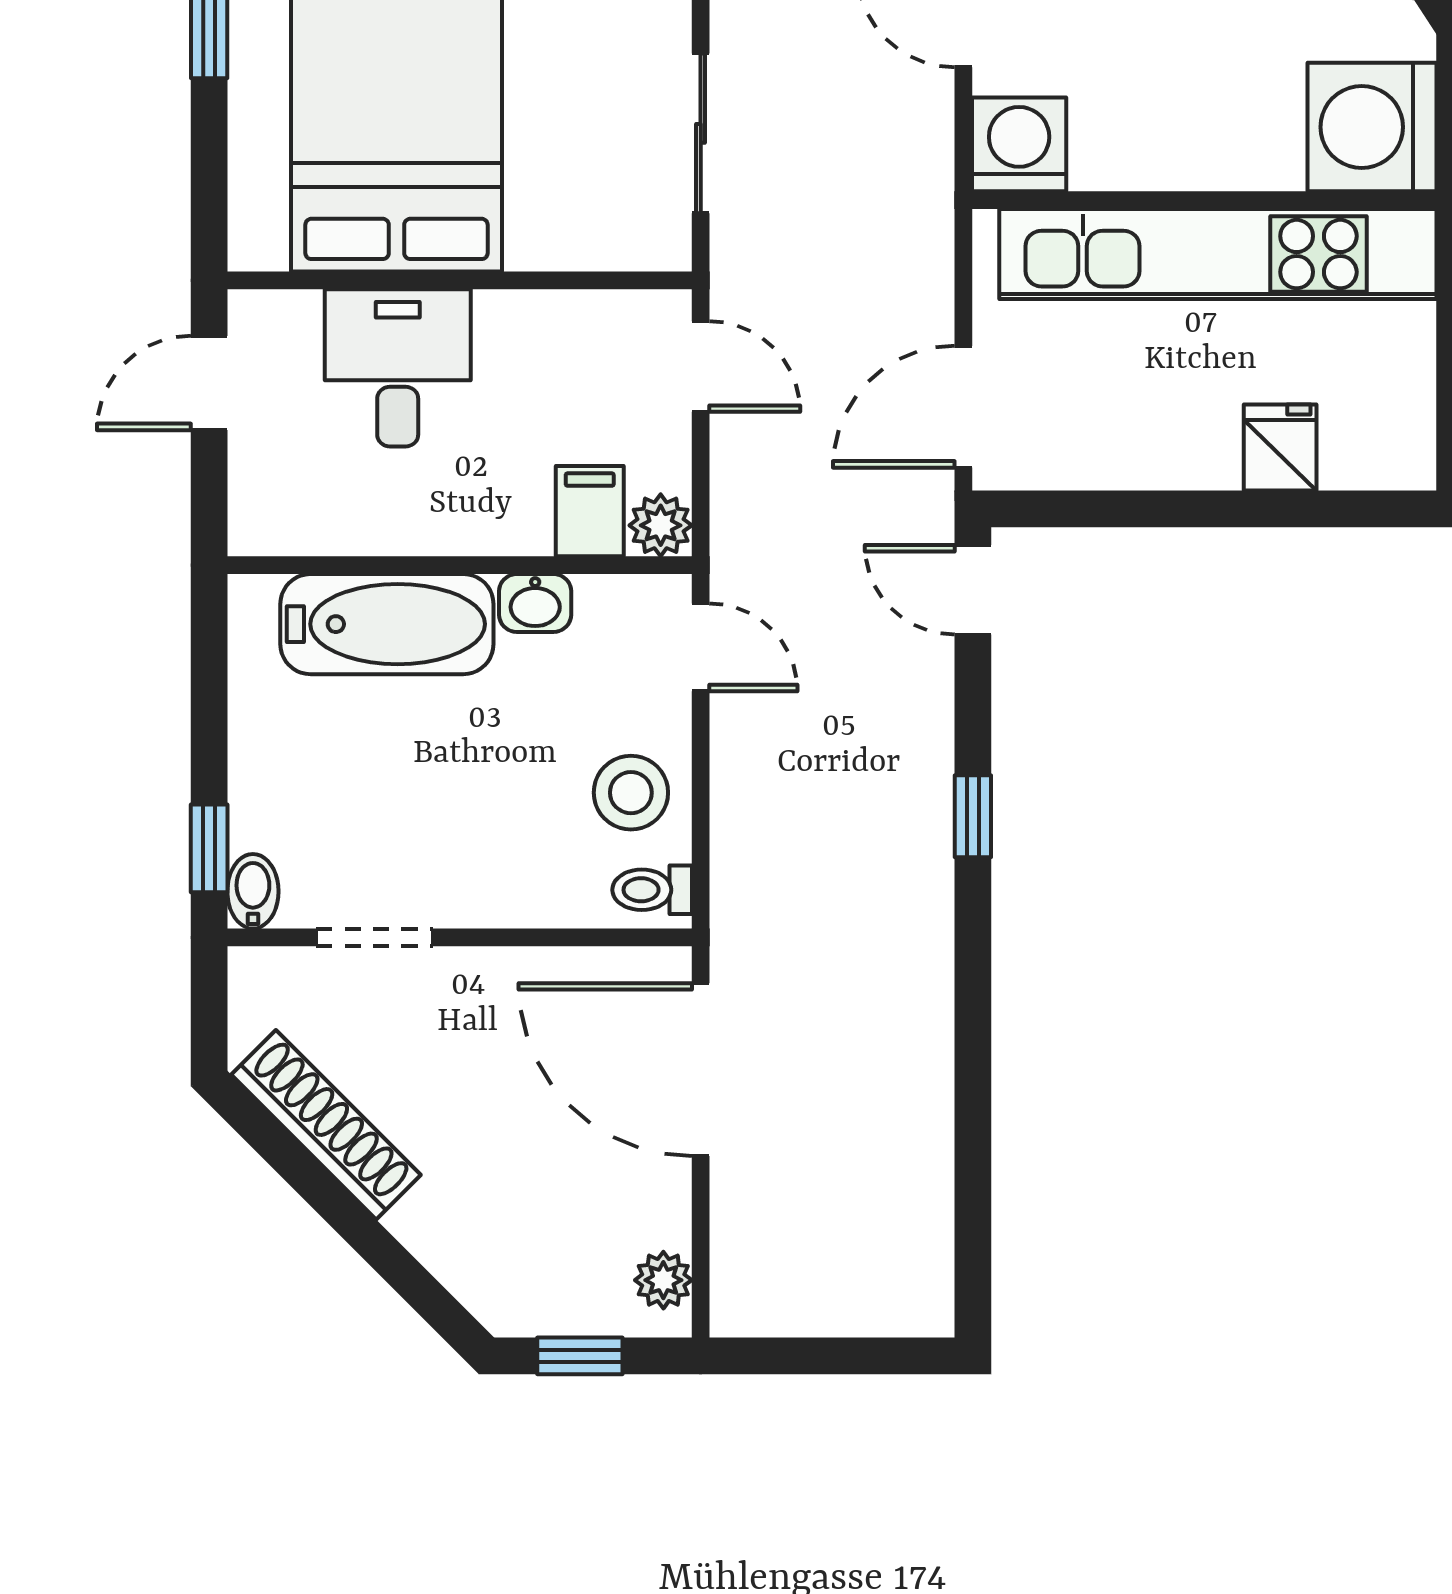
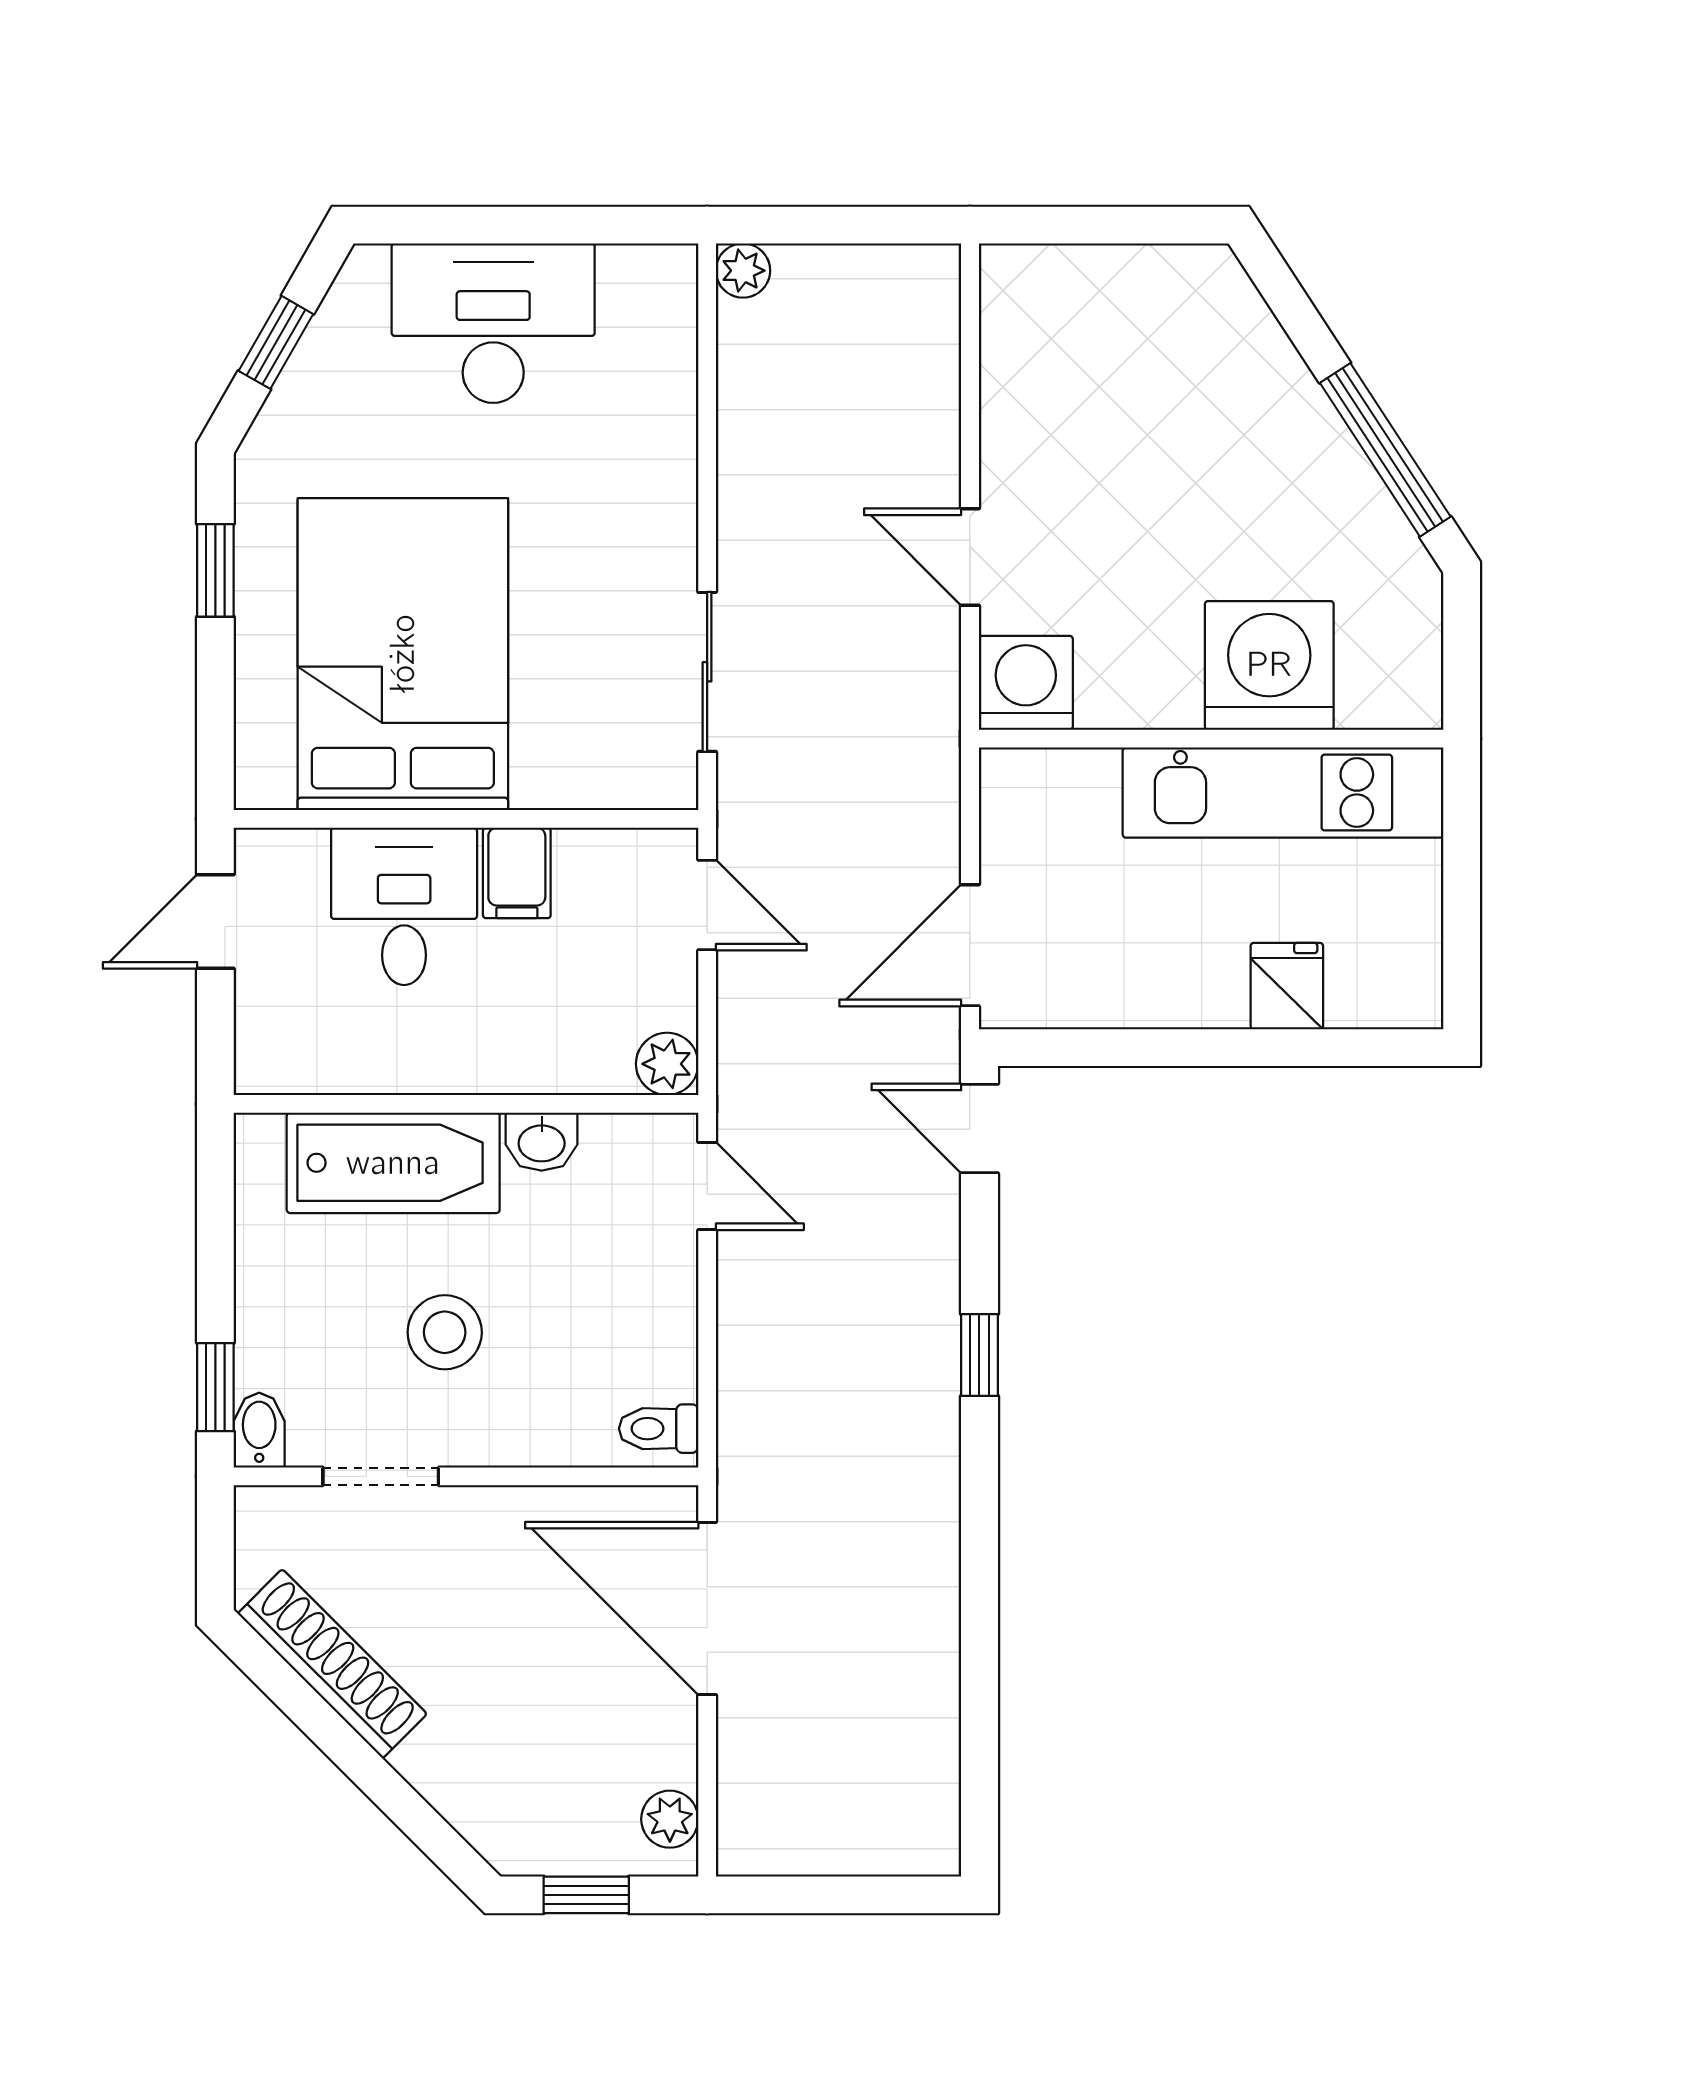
washing machine: (1372, 127) -> (1269, 665), moved, turned 90
kitchen unit: (1218, 254) -> (1283, 793), width x0.73
filing cabinet: (590, 511) -> (517, 873), moved, turned 180
stool: (631, 793) -> (445, 1332), moved

